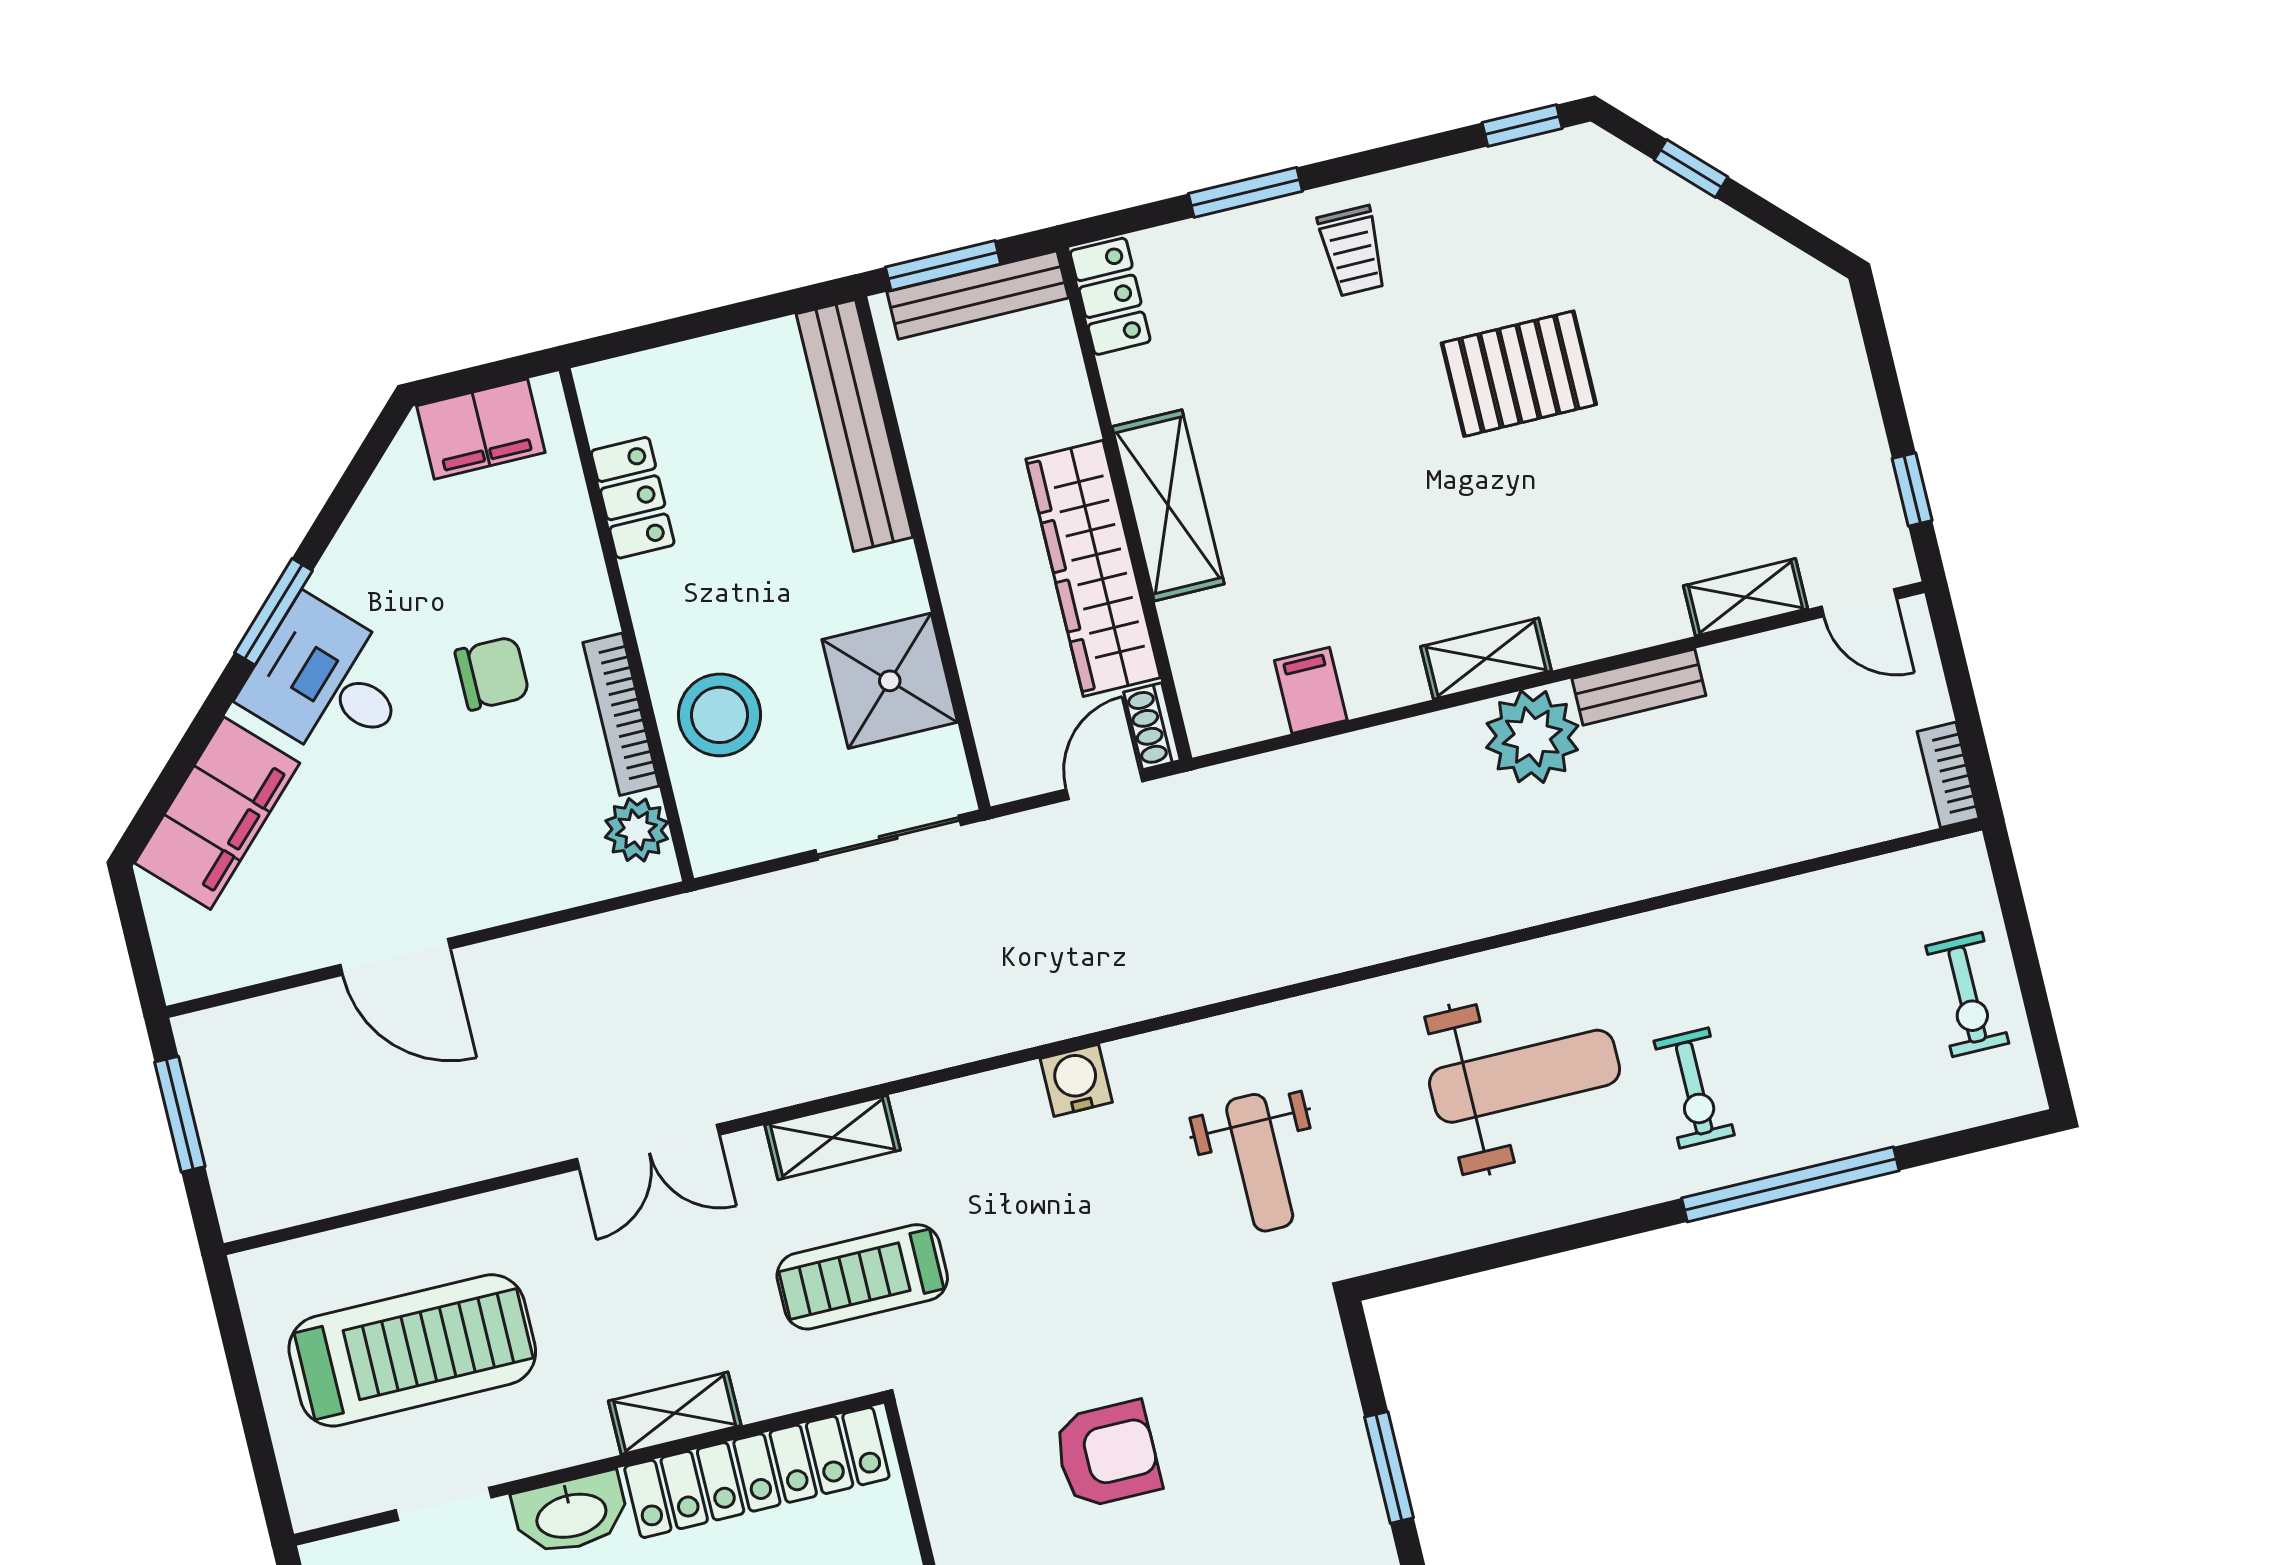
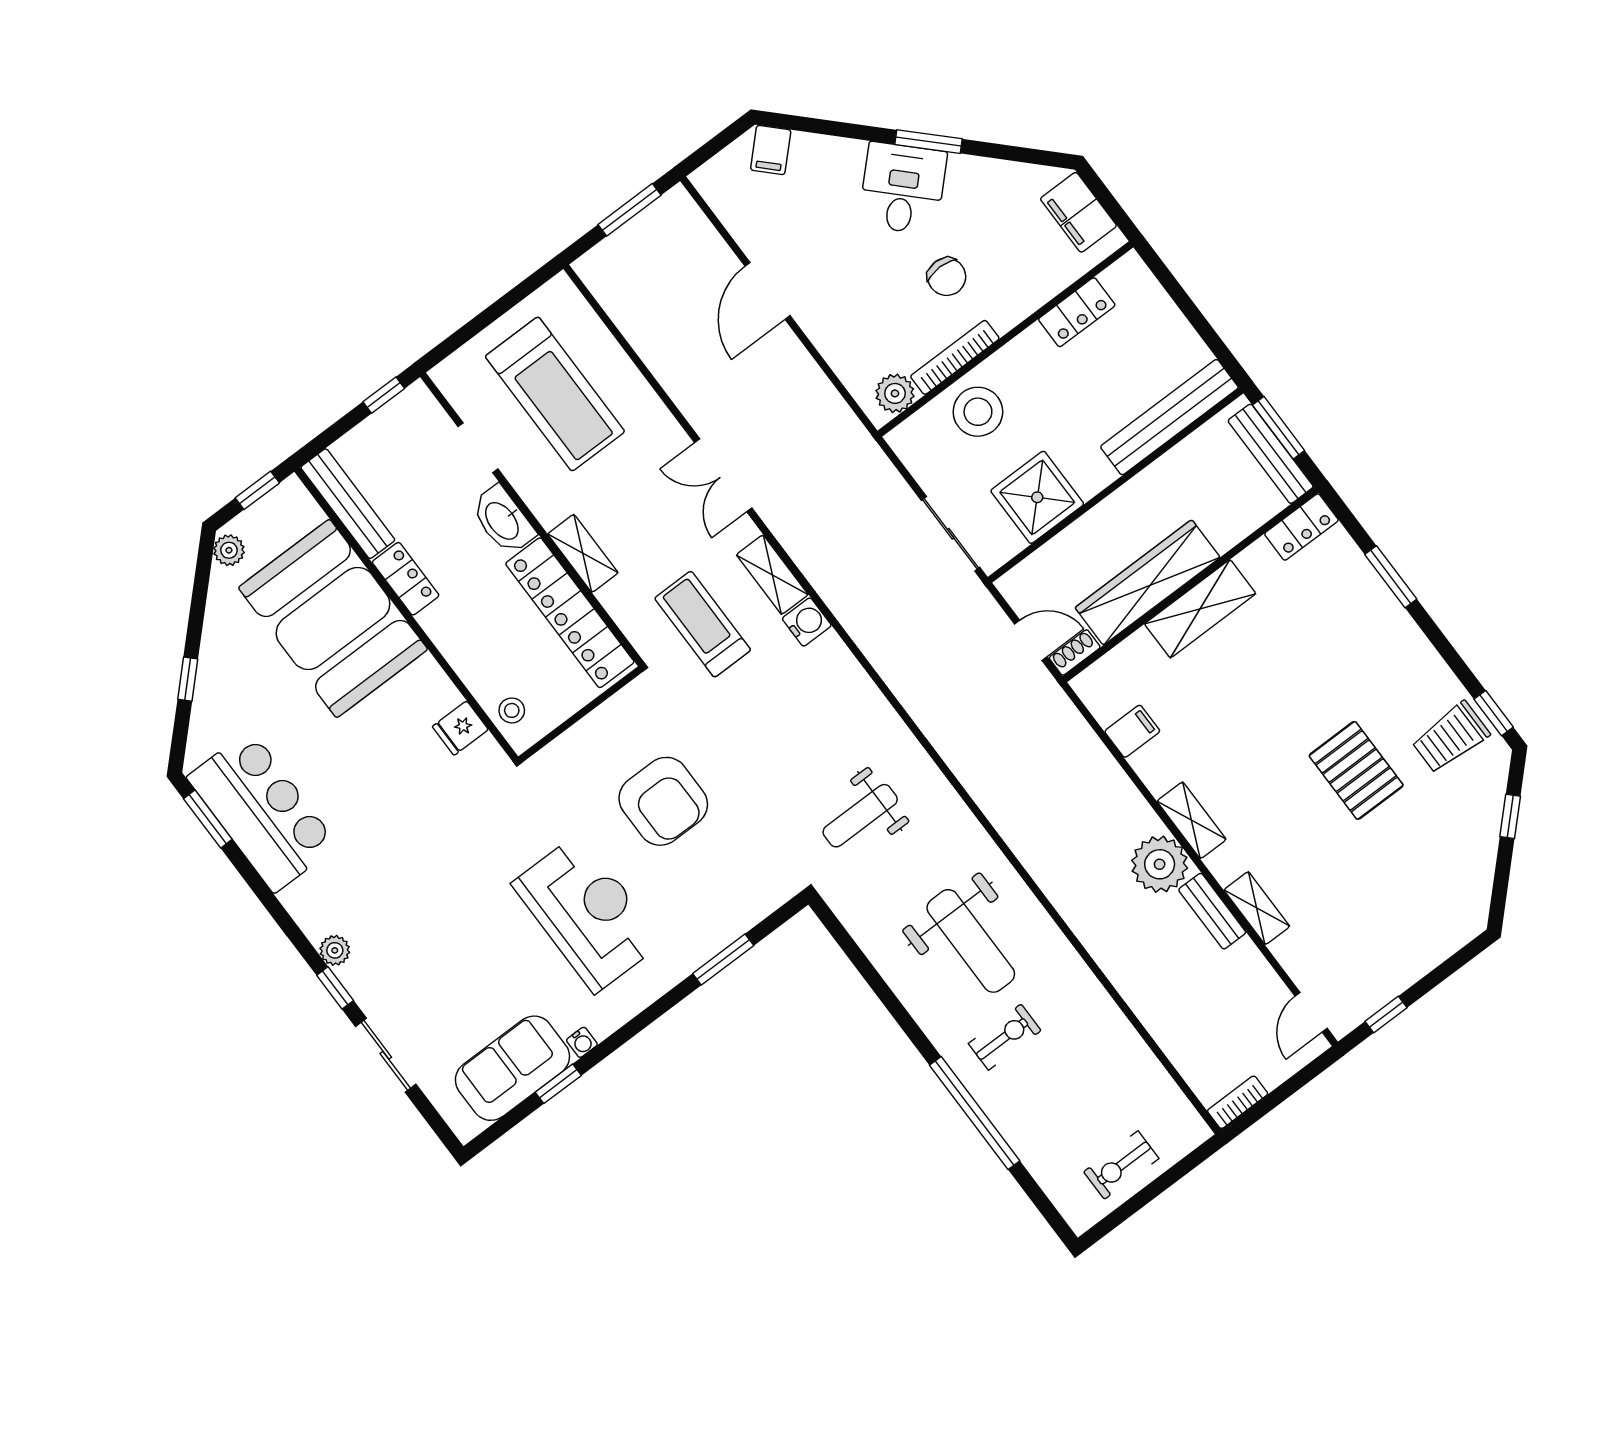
trolley: (1352, 251) -> (1451, 737), moved, width x1.36, depth x1.39
shelving: (1746, 597) -> (1257, 908), moved
filing cabinet: (217, 813) -> (771, 150), width x0.33, depth x0.86
water cooler: (1076, 1080) -> (807, 622), moved
exercise bike: (1694, 1088) -> (1005, 1037), turned 180
armchair: (1107, 1454) -> (663, 801), width x1.36, depth x1.36

